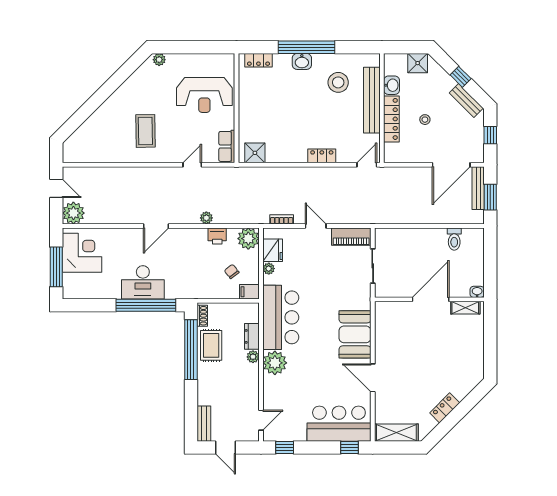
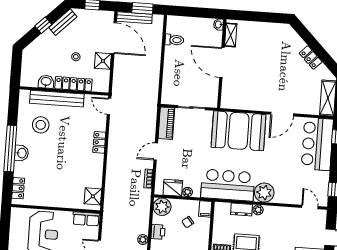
shower: (418, 63) -> (103, 61), moved
booth: (355, 334) -> (239, 131), width x1.36, depth x1.42

